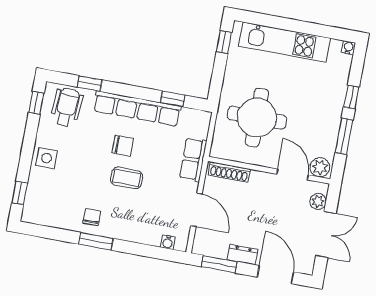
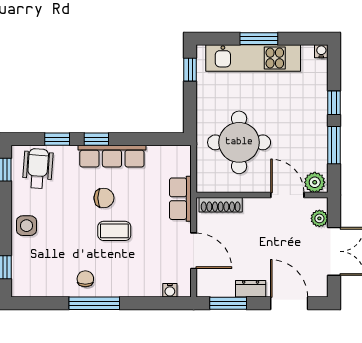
window: (293, 25) -> (259, 39), added
window: (173, 99) -> (96, 139), moved
row of seats: (137, 109) -> (112, 156), width x0.73
window: (96, 241) -> (94, 303), width x1.44

